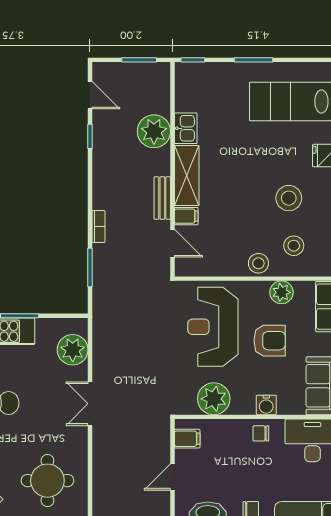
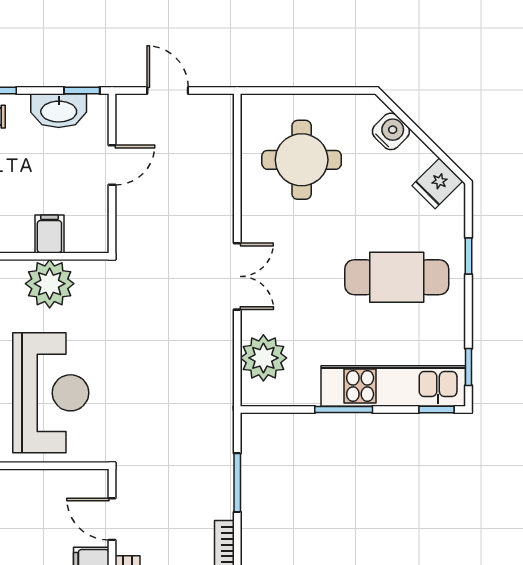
filing cabinet: (187, 439) -> (49, 234), moved, turned 90

